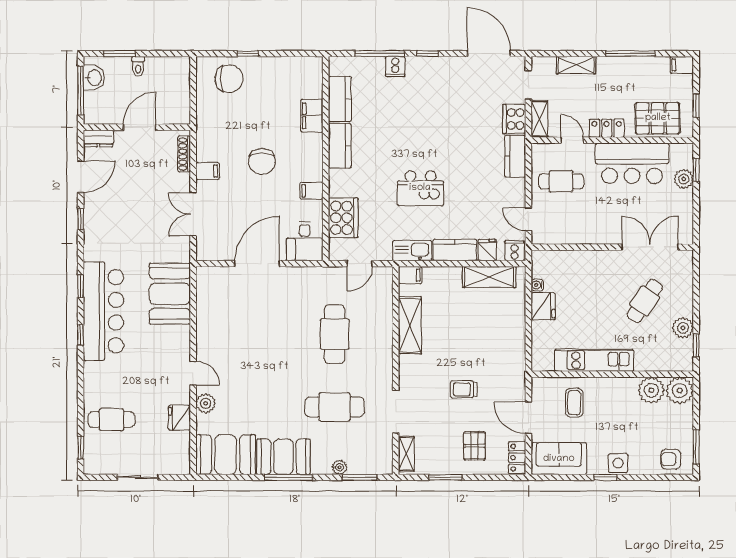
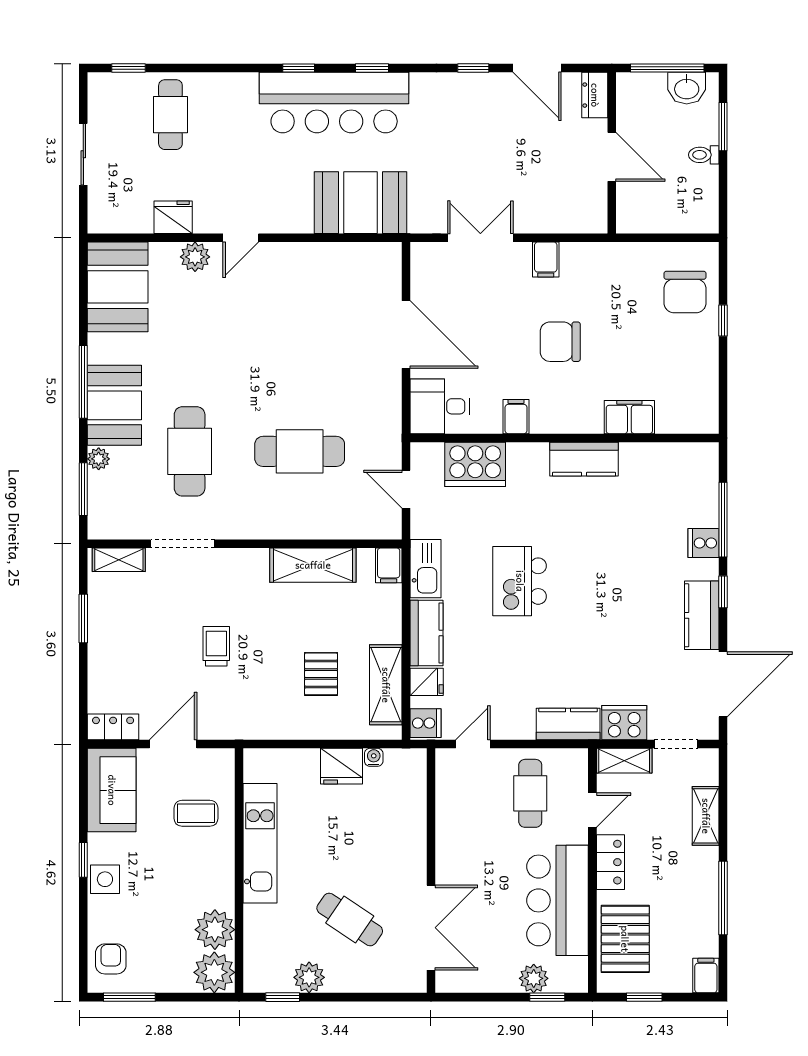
kitchen counter: (340, 99) -> (702, 615), moved, turned 90
shoe rack: (184, 154) -> (571, 224), removed
pallet: (474, 446) -> (321, 674), moved, turned 90
booth: (283, 457) -> (114, 405), moved

